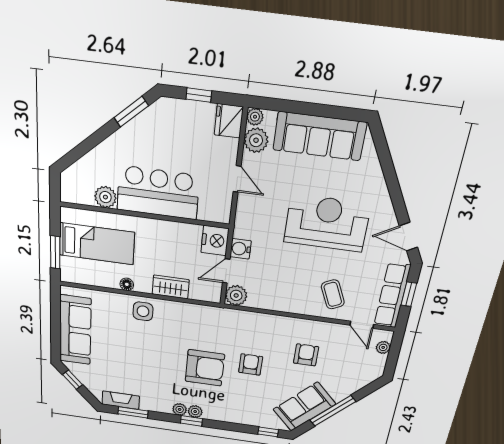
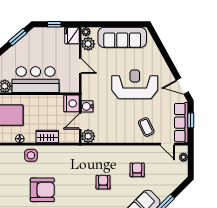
armchair: (205, 368) -> (42, 190), moved

